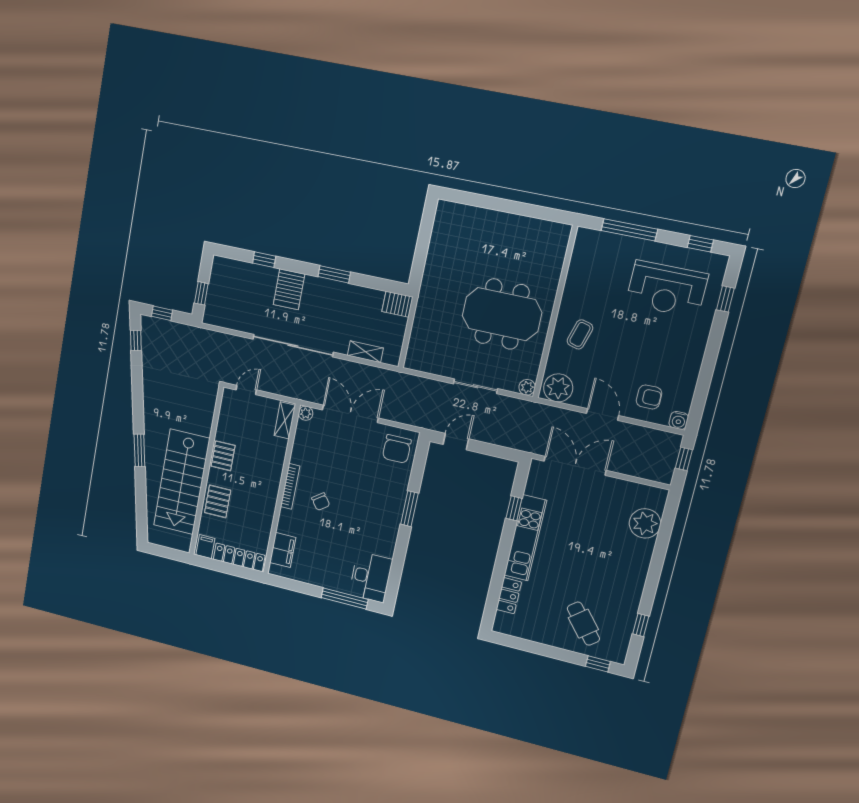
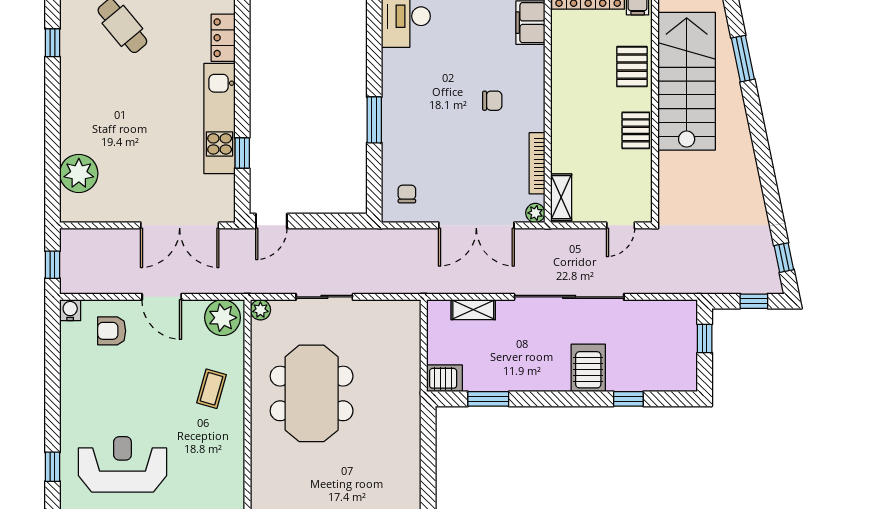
window: (334, 274) -> (488, 399), moved
meeting table: (502, 314) -> (312, 393), turned 90
door: (456, 442) -> (271, 221), moved
chair: (397, 449) -> (407, 194), width x0.54, depth x0.54
window: (139, 450) -> (743, 59), moved
bookcase: (290, 486) -> (537, 163), moved
chair: (321, 502) -> (492, 101), turned 126

